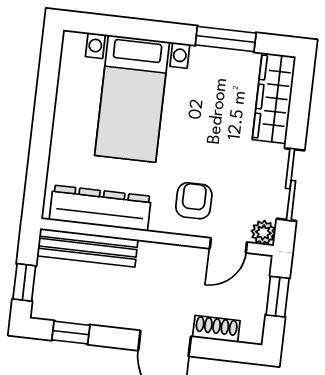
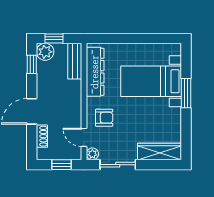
window: (226, 39) -> (186, 93), moved
bench: (87, 248) -> (75, 61), width x0.73
plant: (49, 303) -> (45, 52), added

